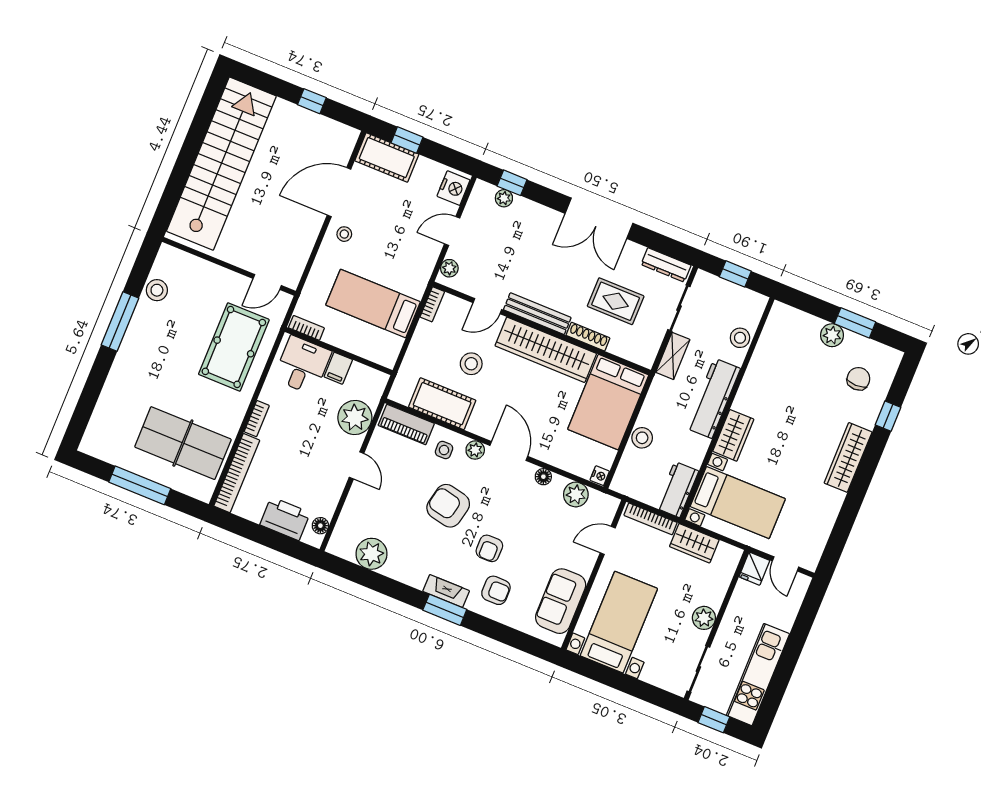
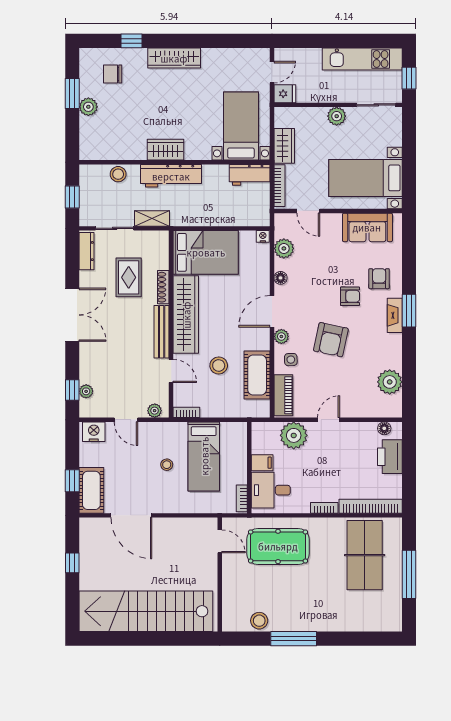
stool: (344, 234) -> (167, 465), moved
wardrobe: (733, 435) -> (166, 150), moved
stool: (642, 438) -> (222, 216), removed

